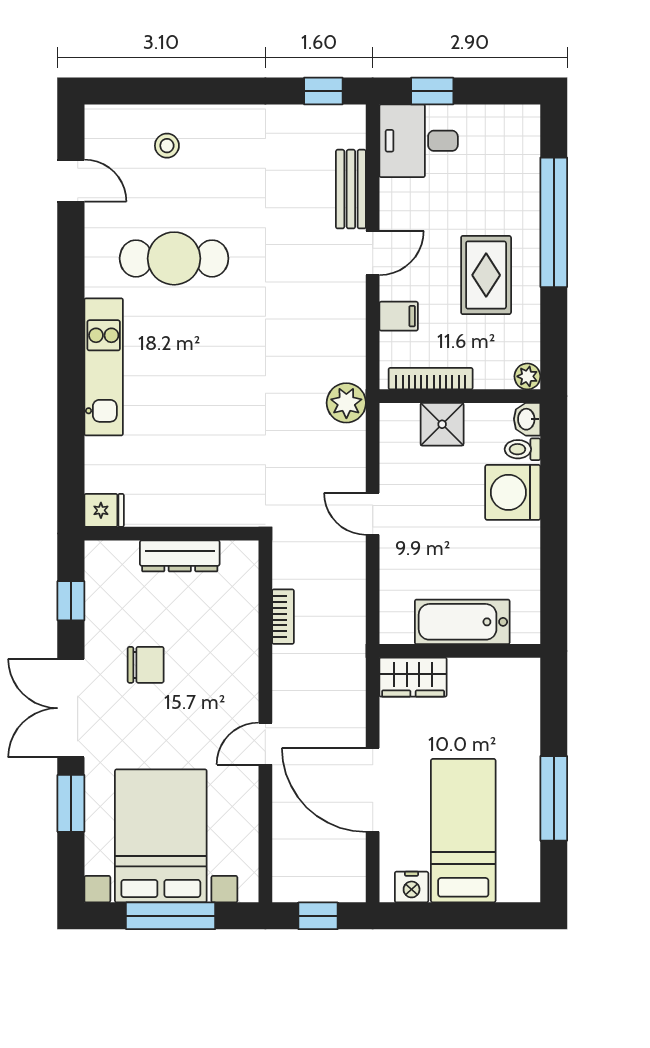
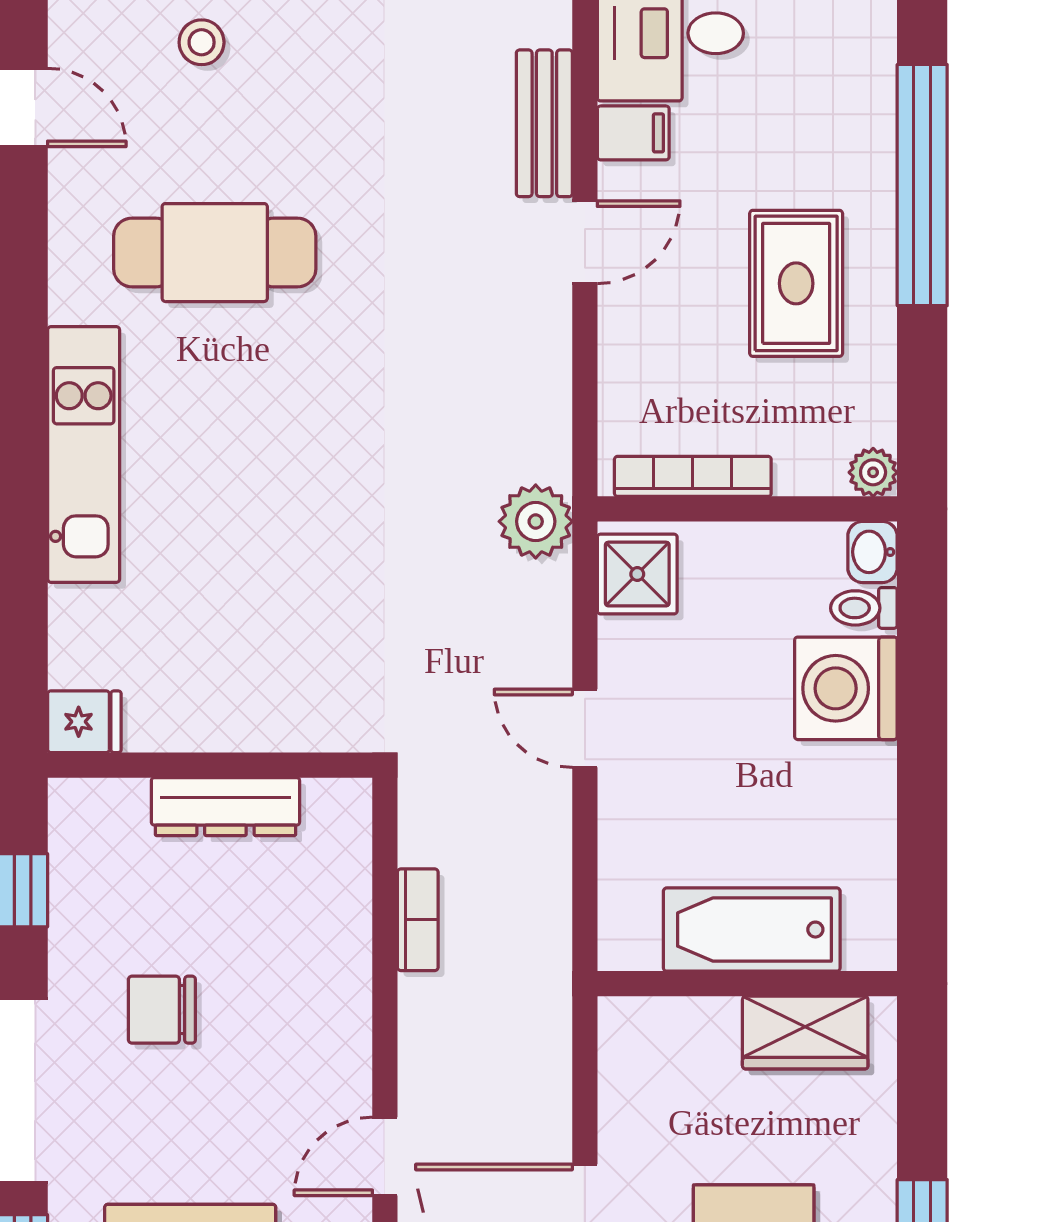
filing cabinet: (399, 316) -> (633, 133), moved
shower: (442, 424) -> (637, 574), moved
chair: (146, 665) -> (162, 1010), turned 180
wardrobe: (413, 677) -> (805, 1033), moved

